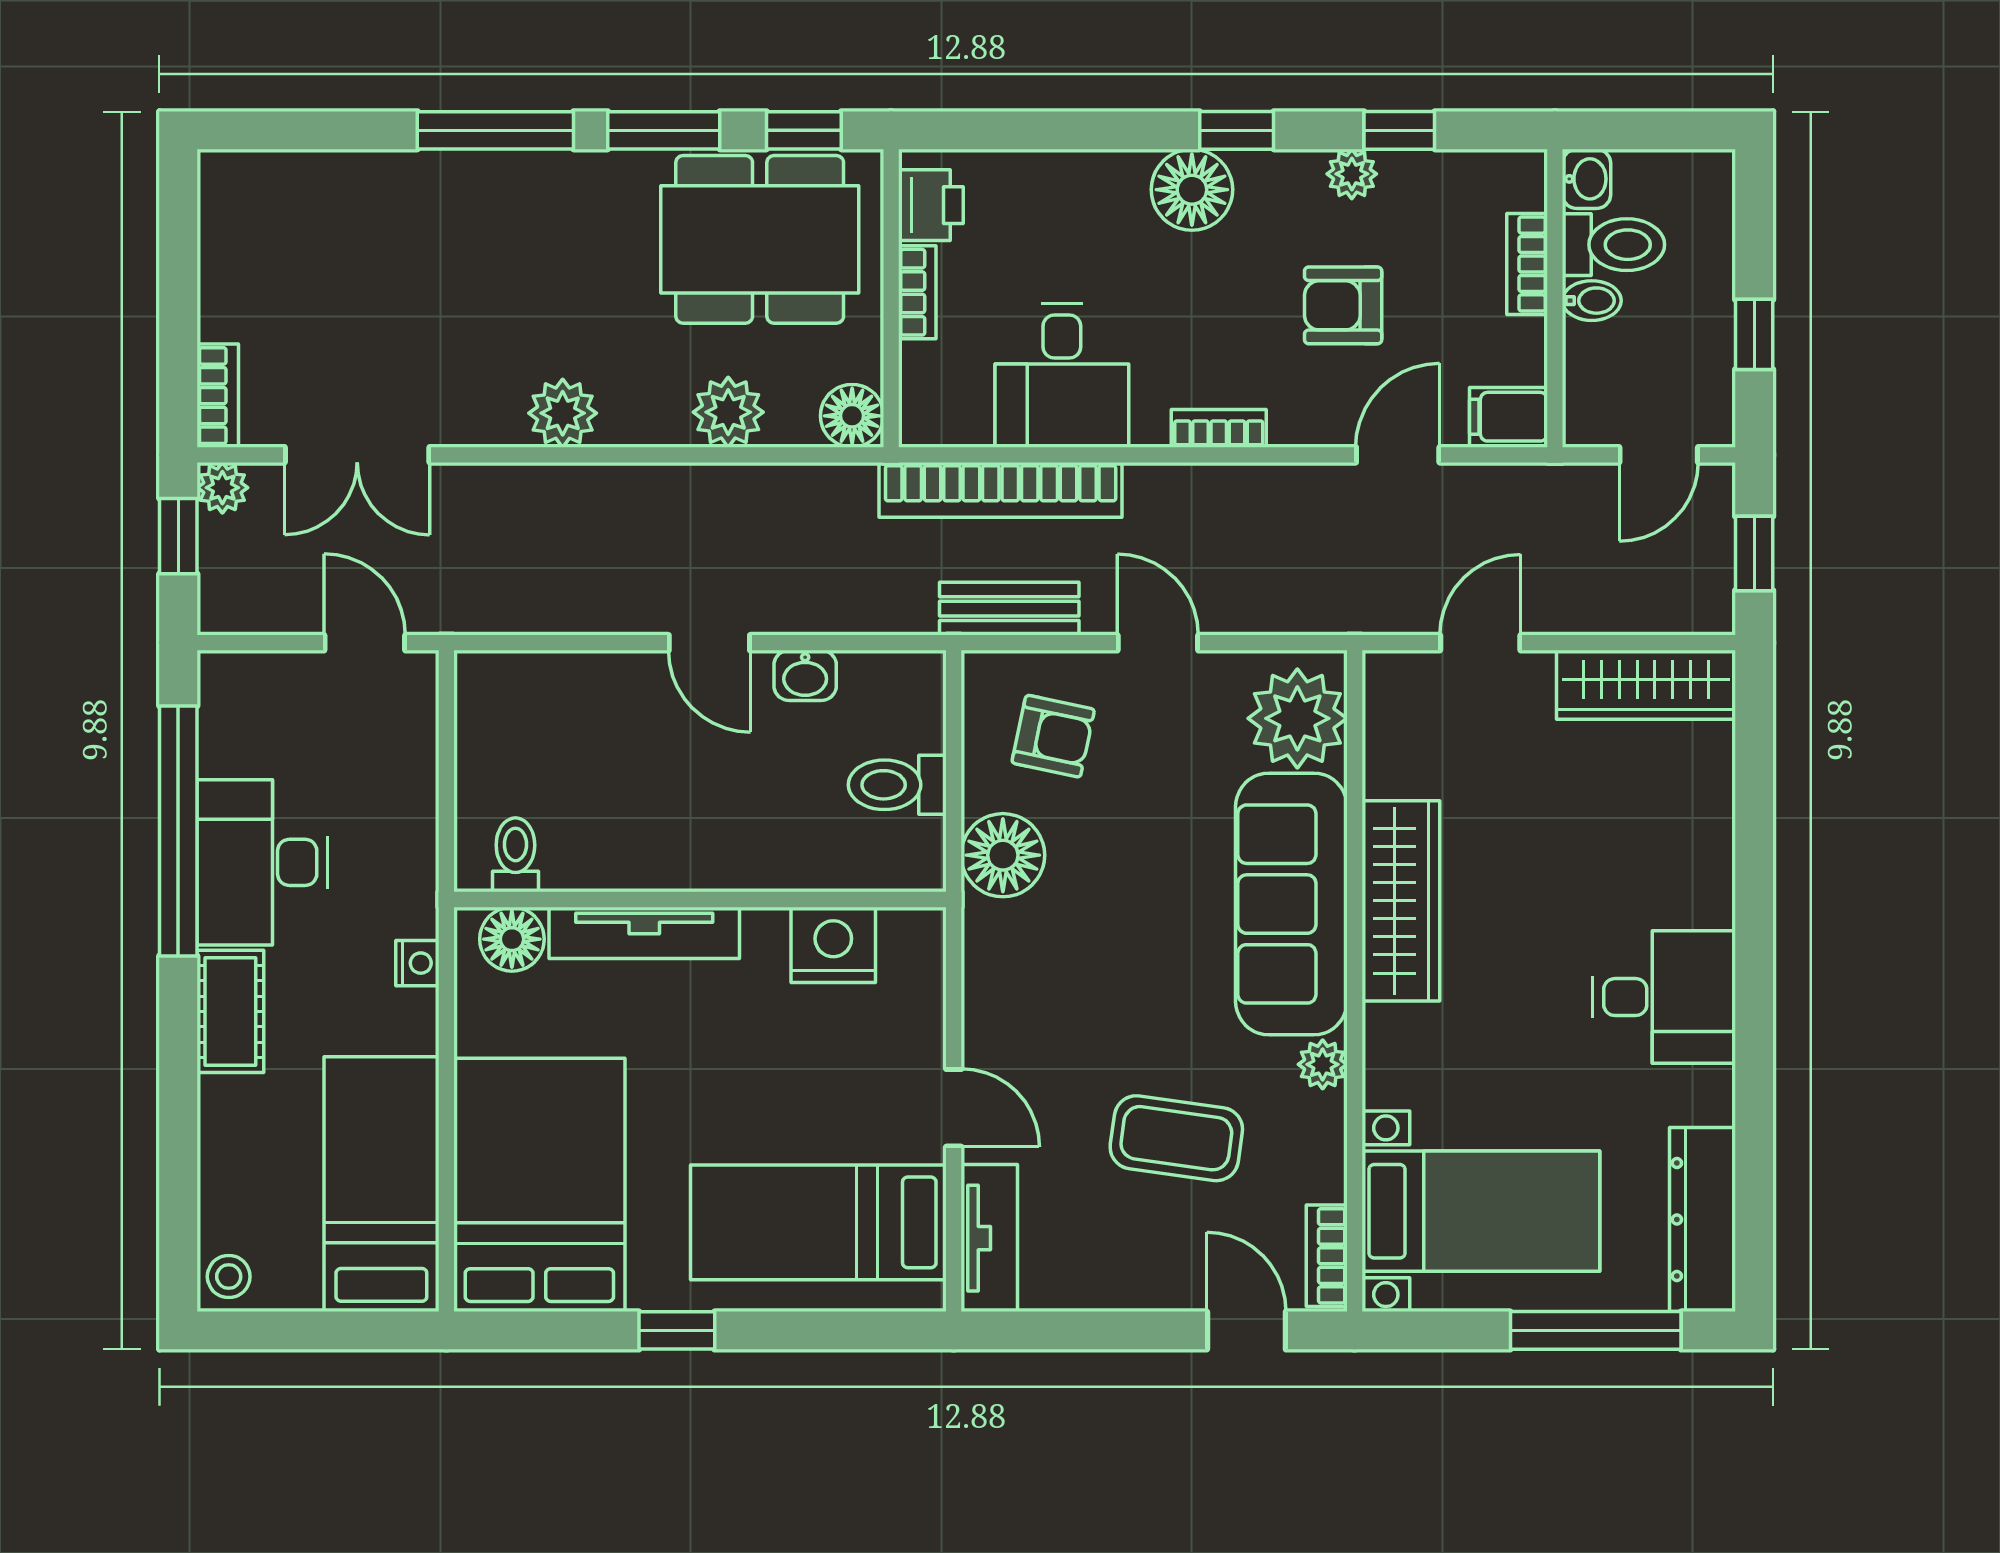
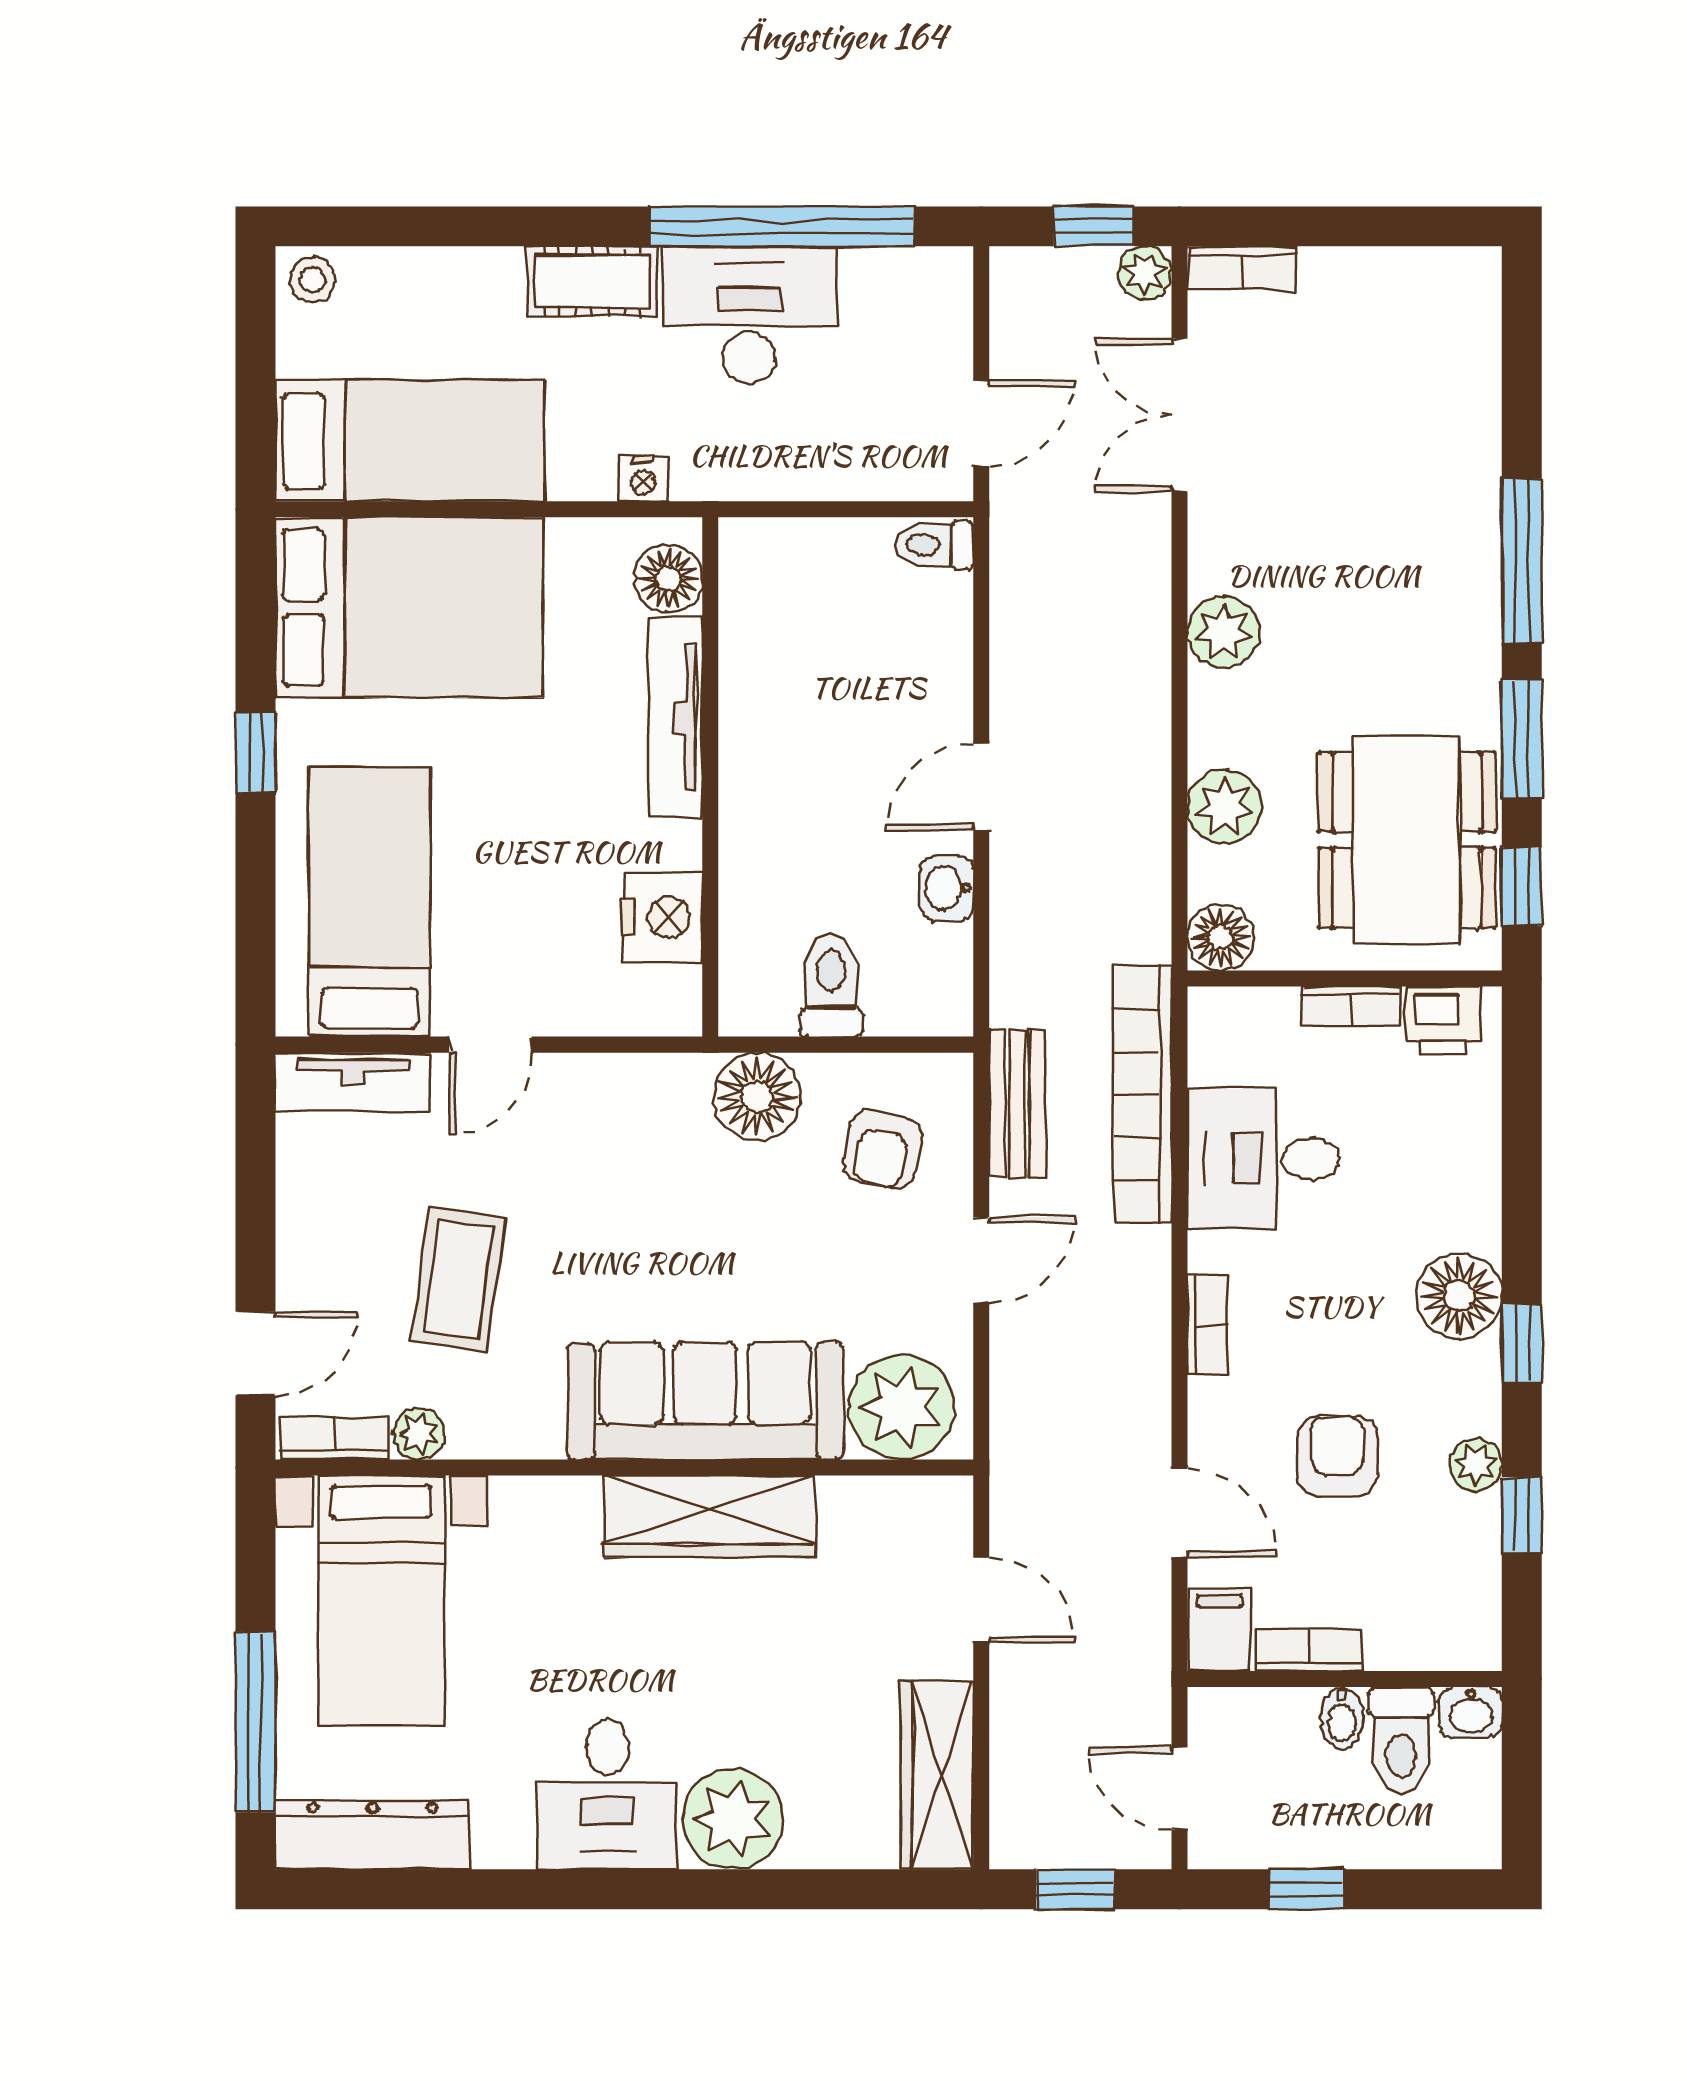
bookcase: (1527, 264) -> (1309, 1650), moved
toilet: (515, 855) -> (934, 545), moved, turned 180
plant: (1688, 878) -> (733, 1819), added
plant: (1323, 1064) -> (419, 1434), moved

